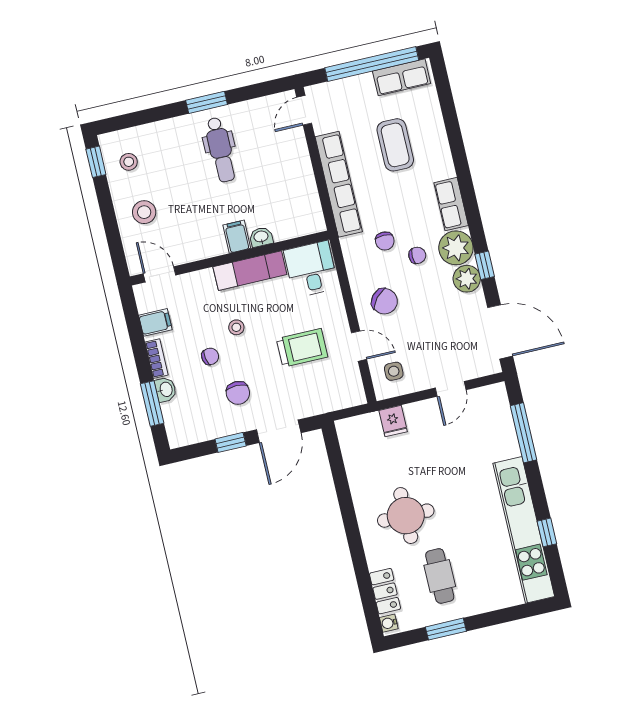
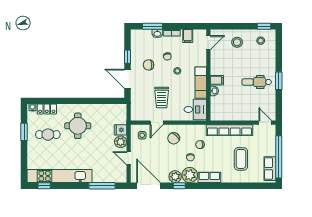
coffee table: (395, 145) -> (241, 159), turned 90
door: (500, 332) -> (149, 186), swing flipped
plant: (419, 415) -> (121, 142), added
window: (547, 532) -> (44, 186), moved

